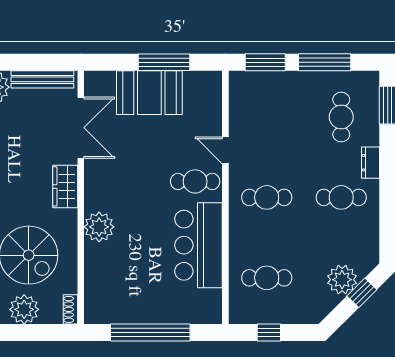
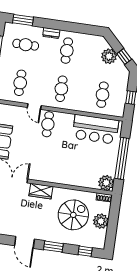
cafe table: (267, 117) -> (20, 83), added
door: (225, 150) -> (34, 106), hinge flipped
plant: (99, 227) -> (106, 183), moved
bar counter: (199, 245) -> (95, 129), moved
window: (362, 293) -> (124, 56), moved

